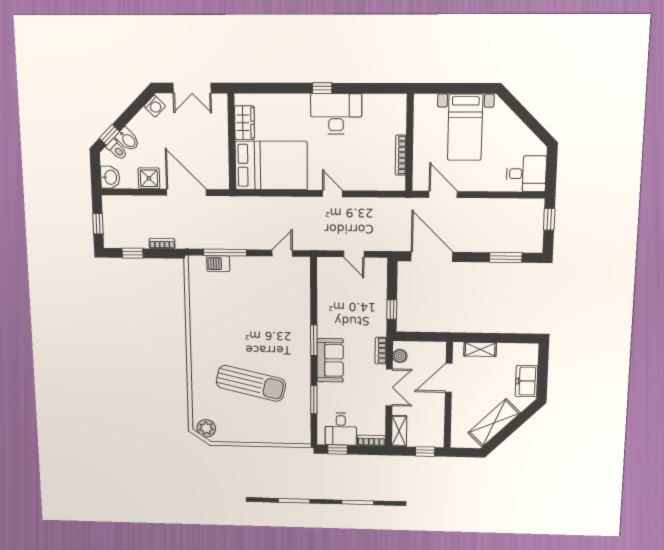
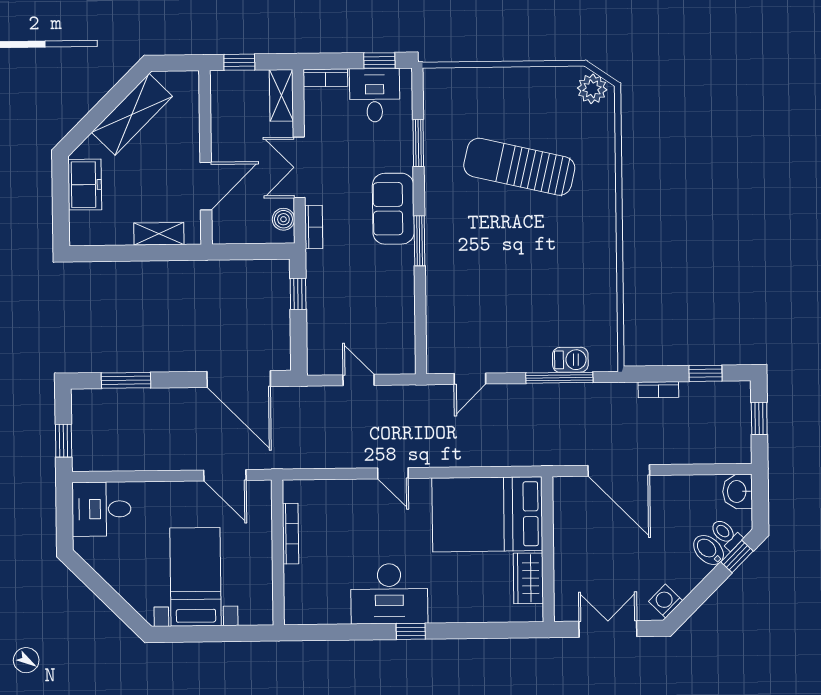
shower: (149, 178) -> (677, 491), removed

